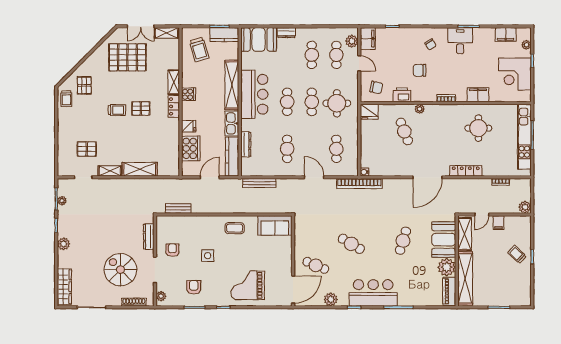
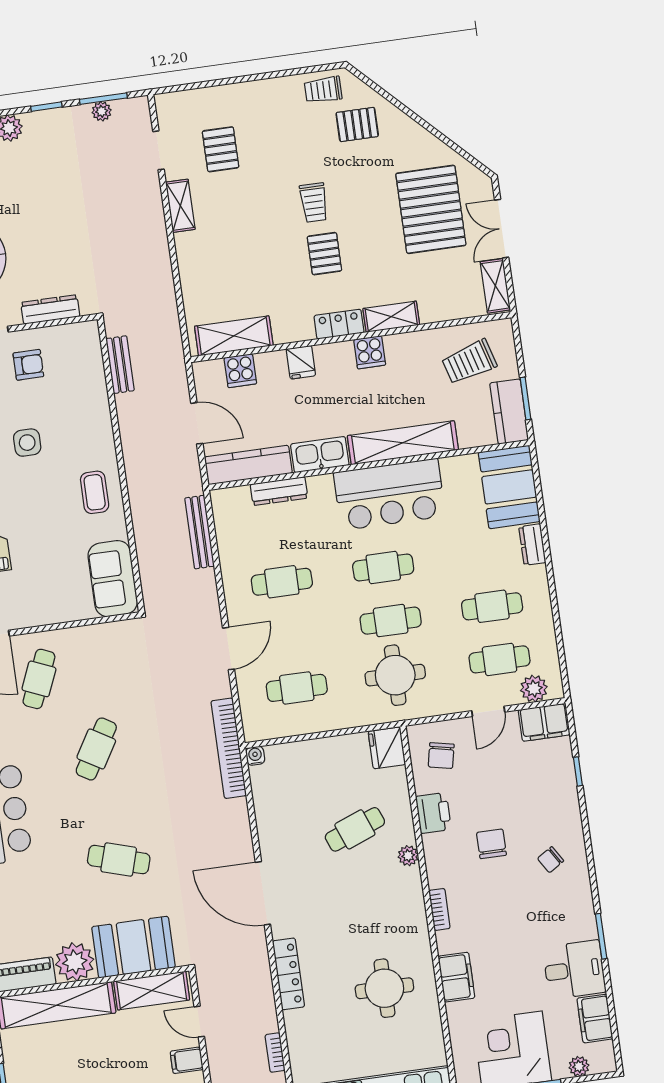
desk: (460, 41) -> (574, 970), moved
cooker: (191, 148) -> (240, 371), width x0.53, depth x0.76
shelving: (140, 169) -> (234, 336), moved, turned 90

